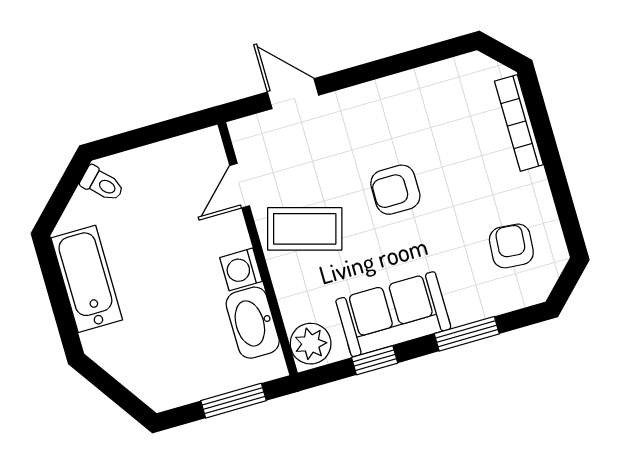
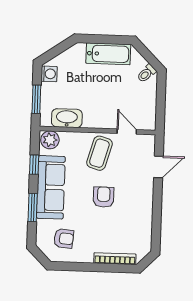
washing machine: (241, 269) -> (49, 74), moved, turned 90
sofa: (393, 314) -> (51, 187), width x1.36

